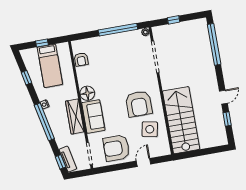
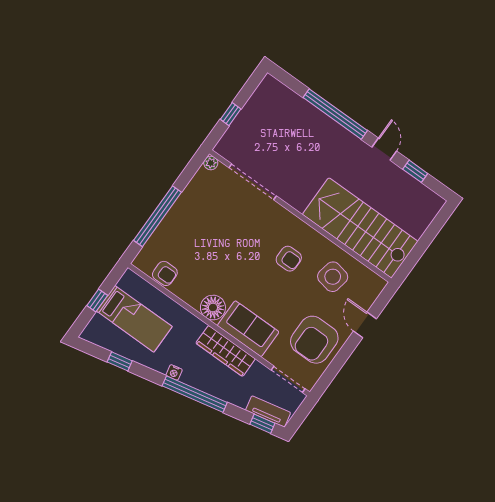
window: (118, 30) -> (158, 216), moved
window: (214, 44) -> (335, 114), moved
armchair: (139, 104) -> (289, 259), width x0.53, depth x0.53

